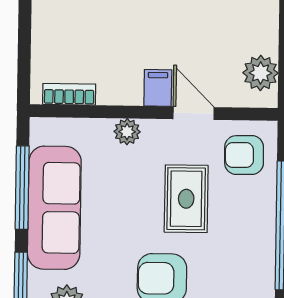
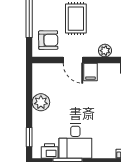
plant: (261, 73) -> (41, 102), moved

